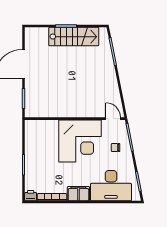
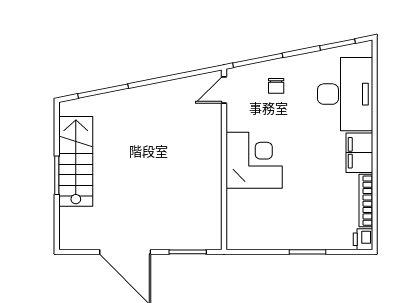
corner desk: (80, 141) -> (254, 160), width x0.74, depth x0.74

